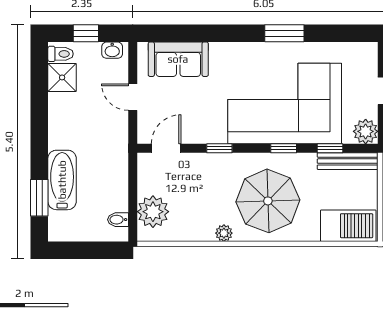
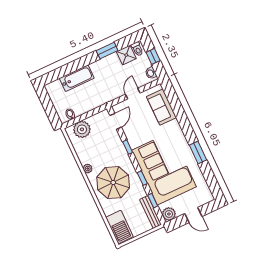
door: (166, 148) -> (116, 121), hinge flipped
window: (39, 198) -> (107, 51), moved

